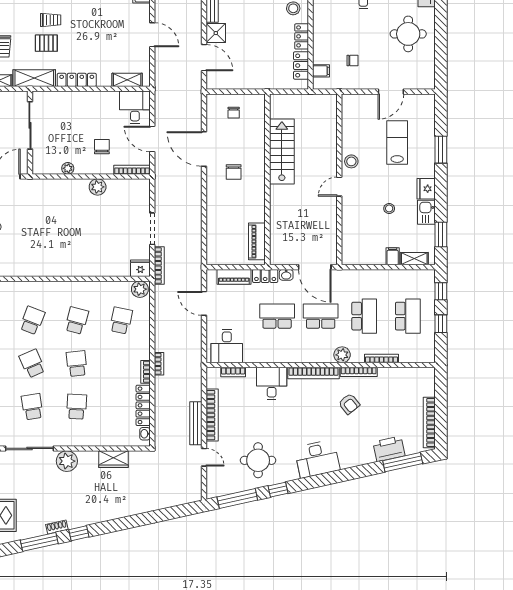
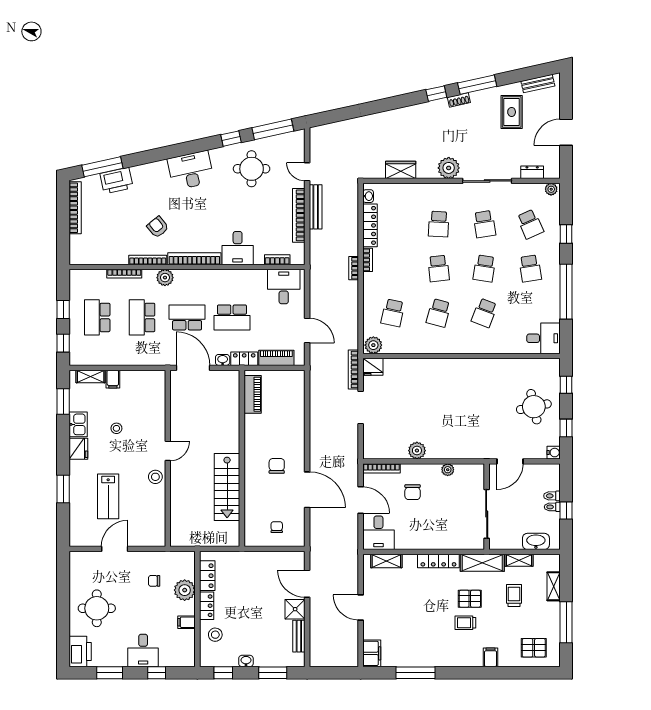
plant: (323, 52) -> (185, 590), added
filing cabinet: (321, 71) -> (187, 622), moved
school desk: (321, 316) -> (187, 317), turned 180
school desk: (32, 364) -> (484, 268), turned 33

